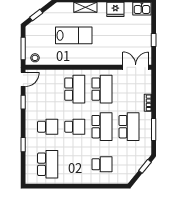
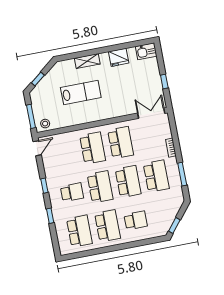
window: (23, 102) -> (44, 186), moved
school desk: (75, 127) -> (100, 187), width x1.85
school desk: (75, 164) -> (108, 226), added
window: (145, 166) -> (174, 225), moved

